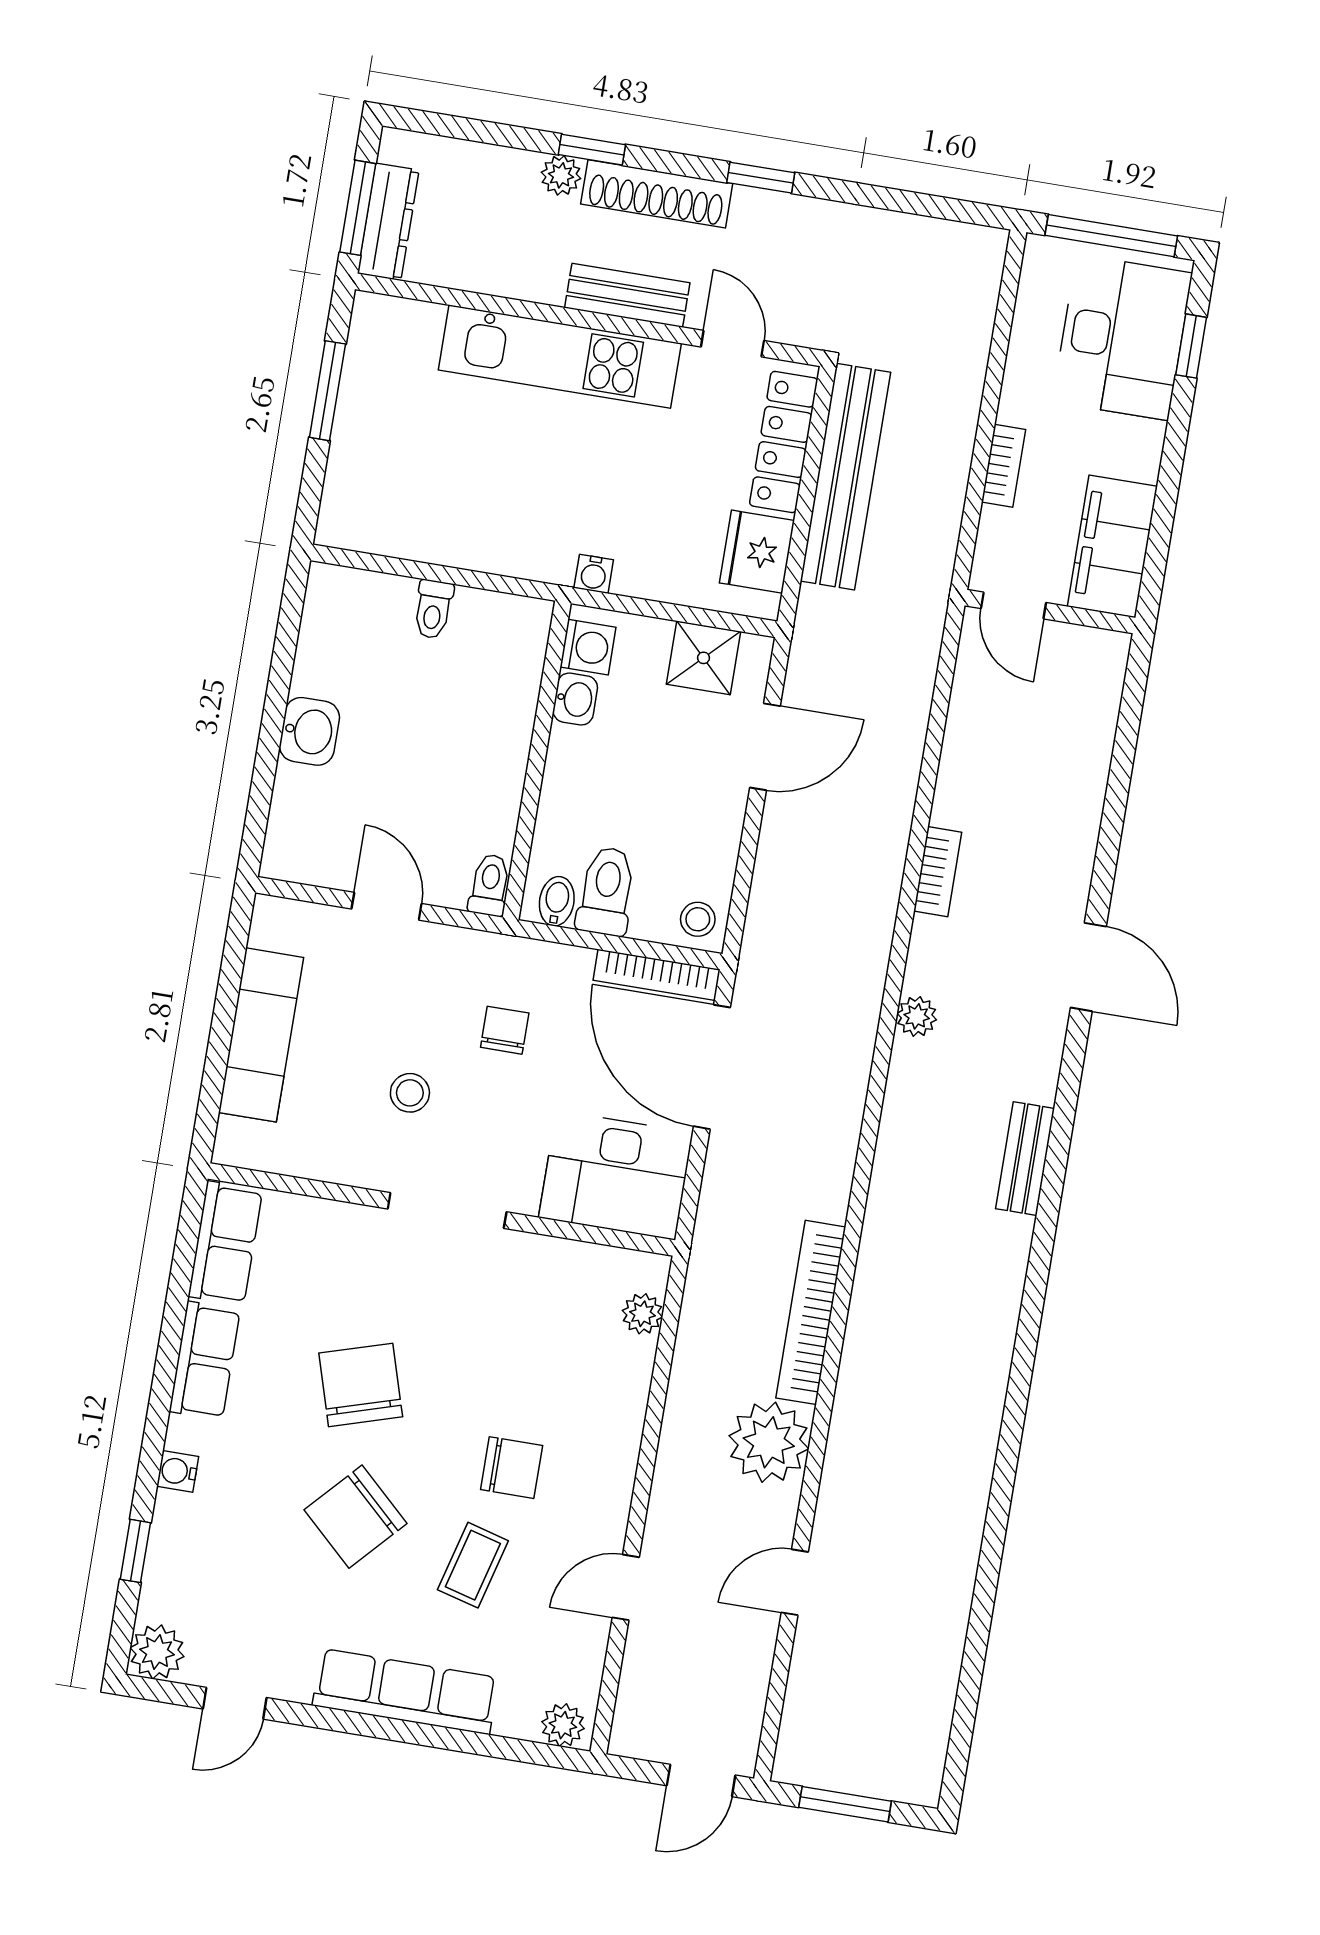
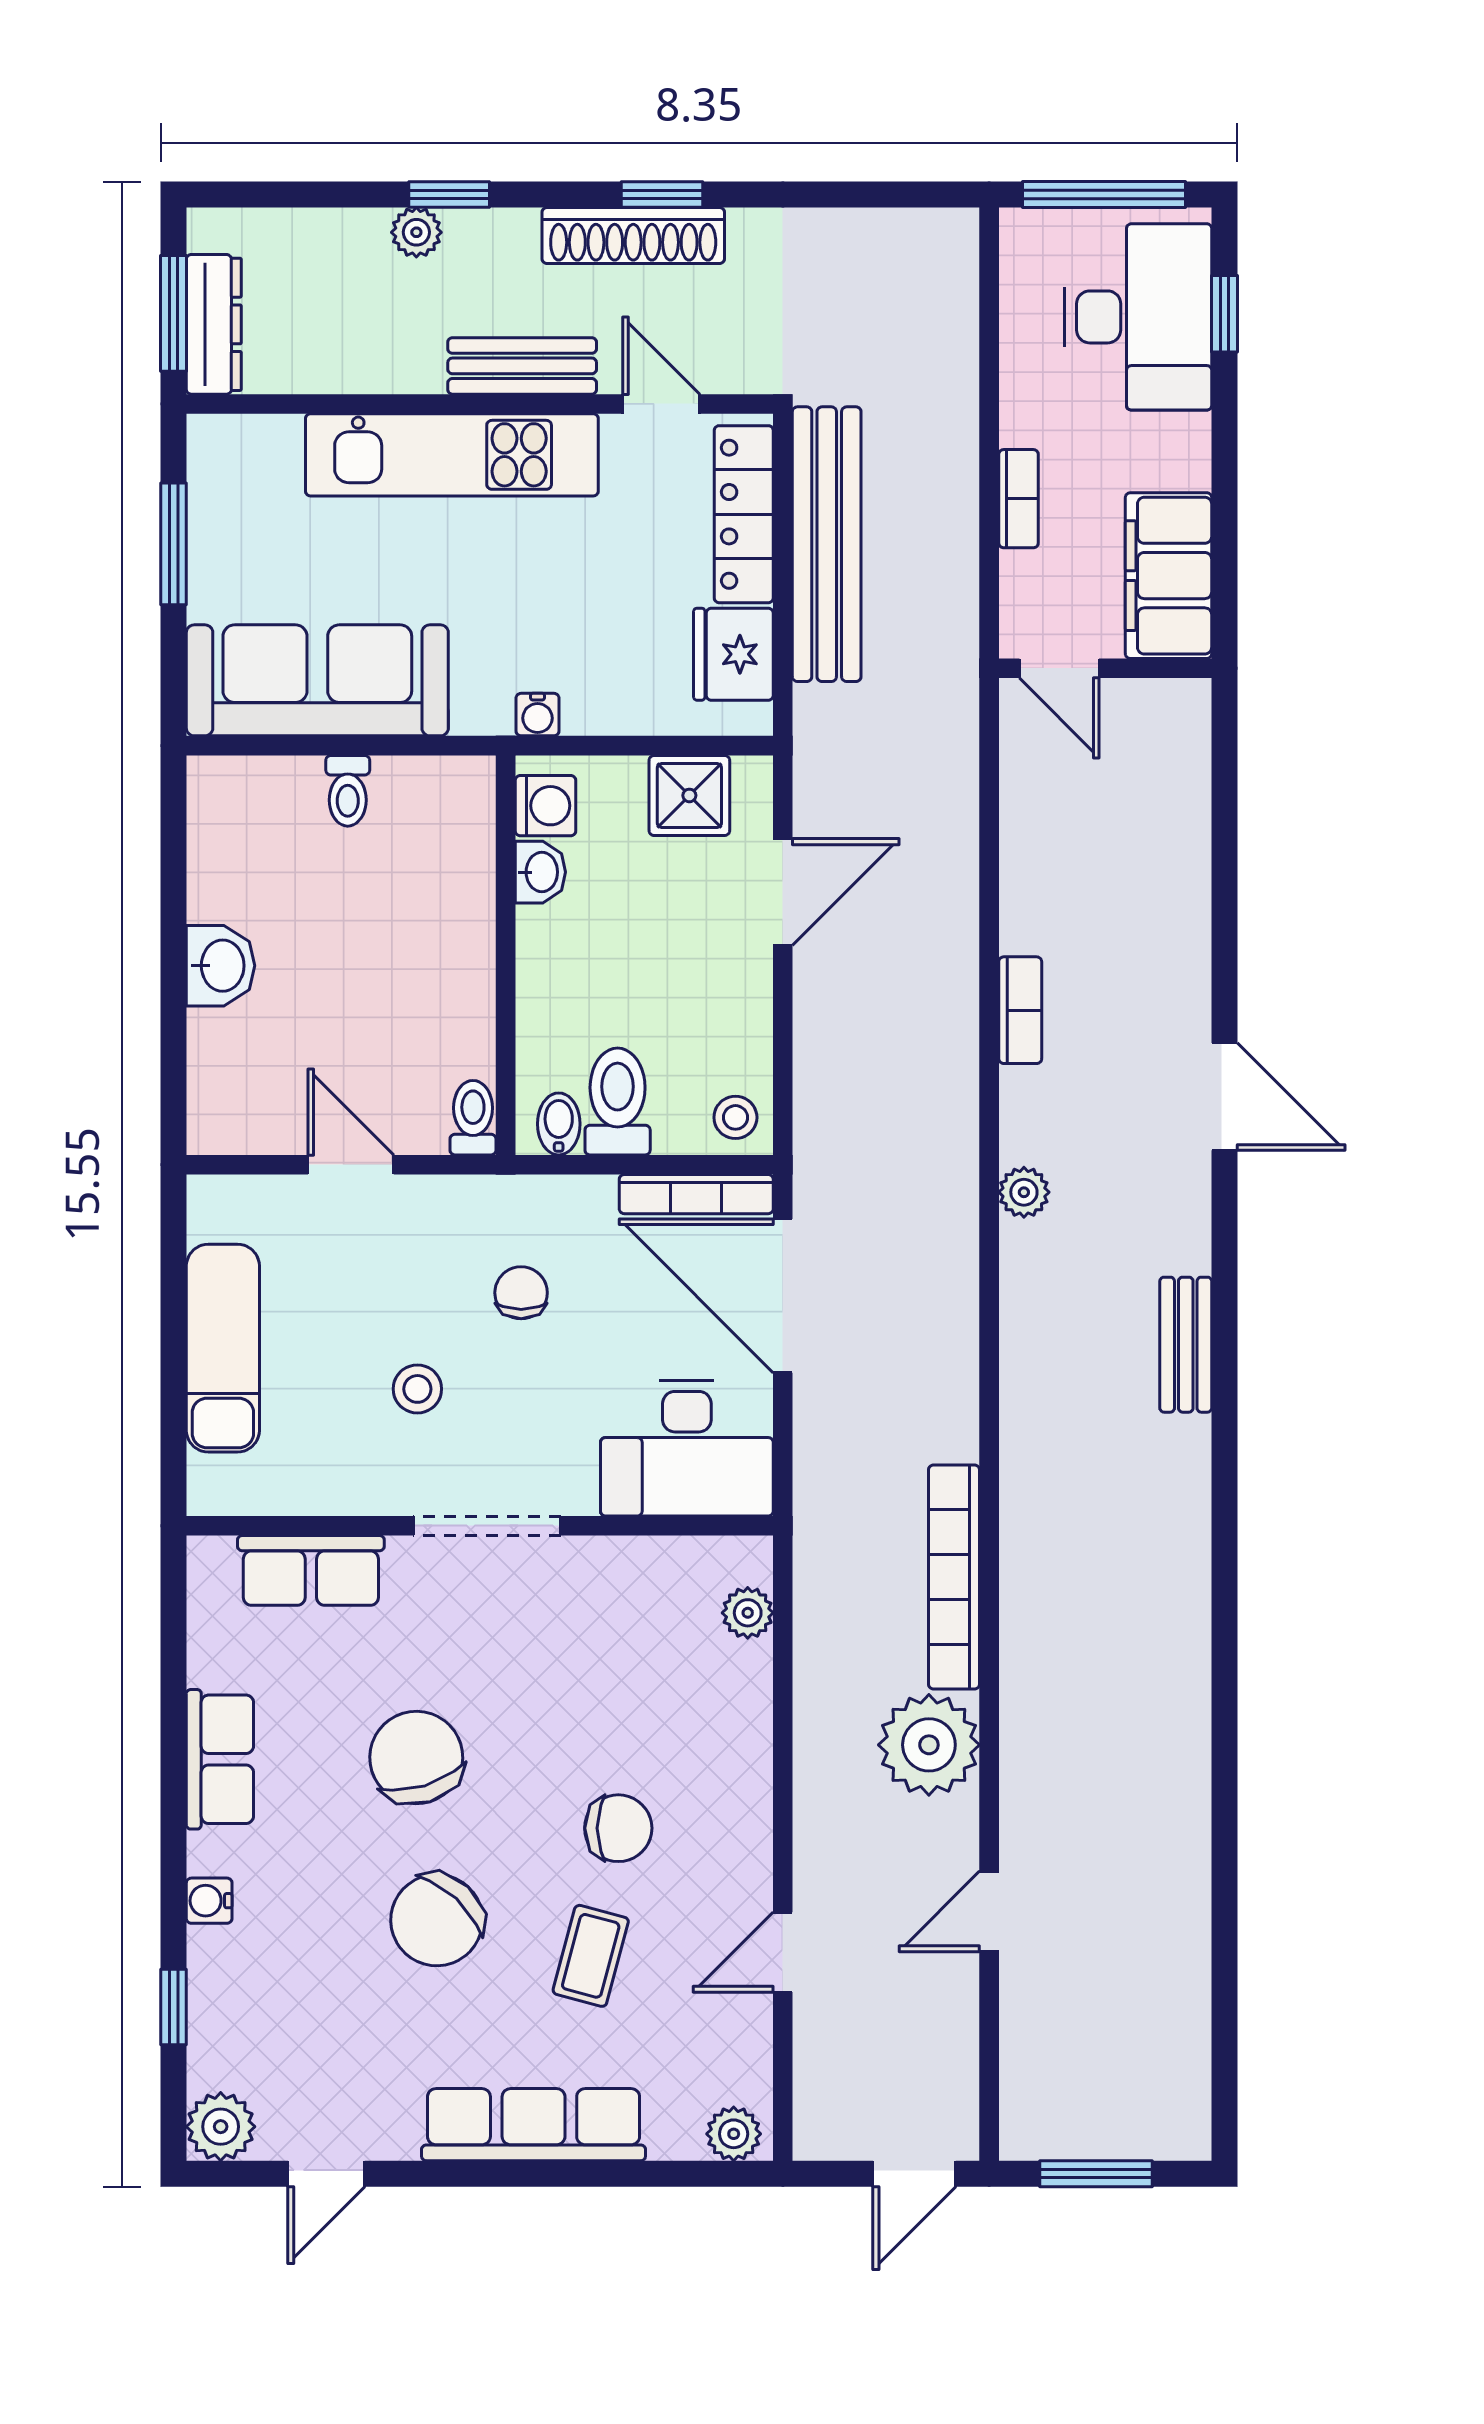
shoe rack: (657, 194) -> (633, 235), moved
sofa: (424, 518) -> (317, 680), added
row of seats: (225, 1243) -> (311, 1570), moved, turned 90

